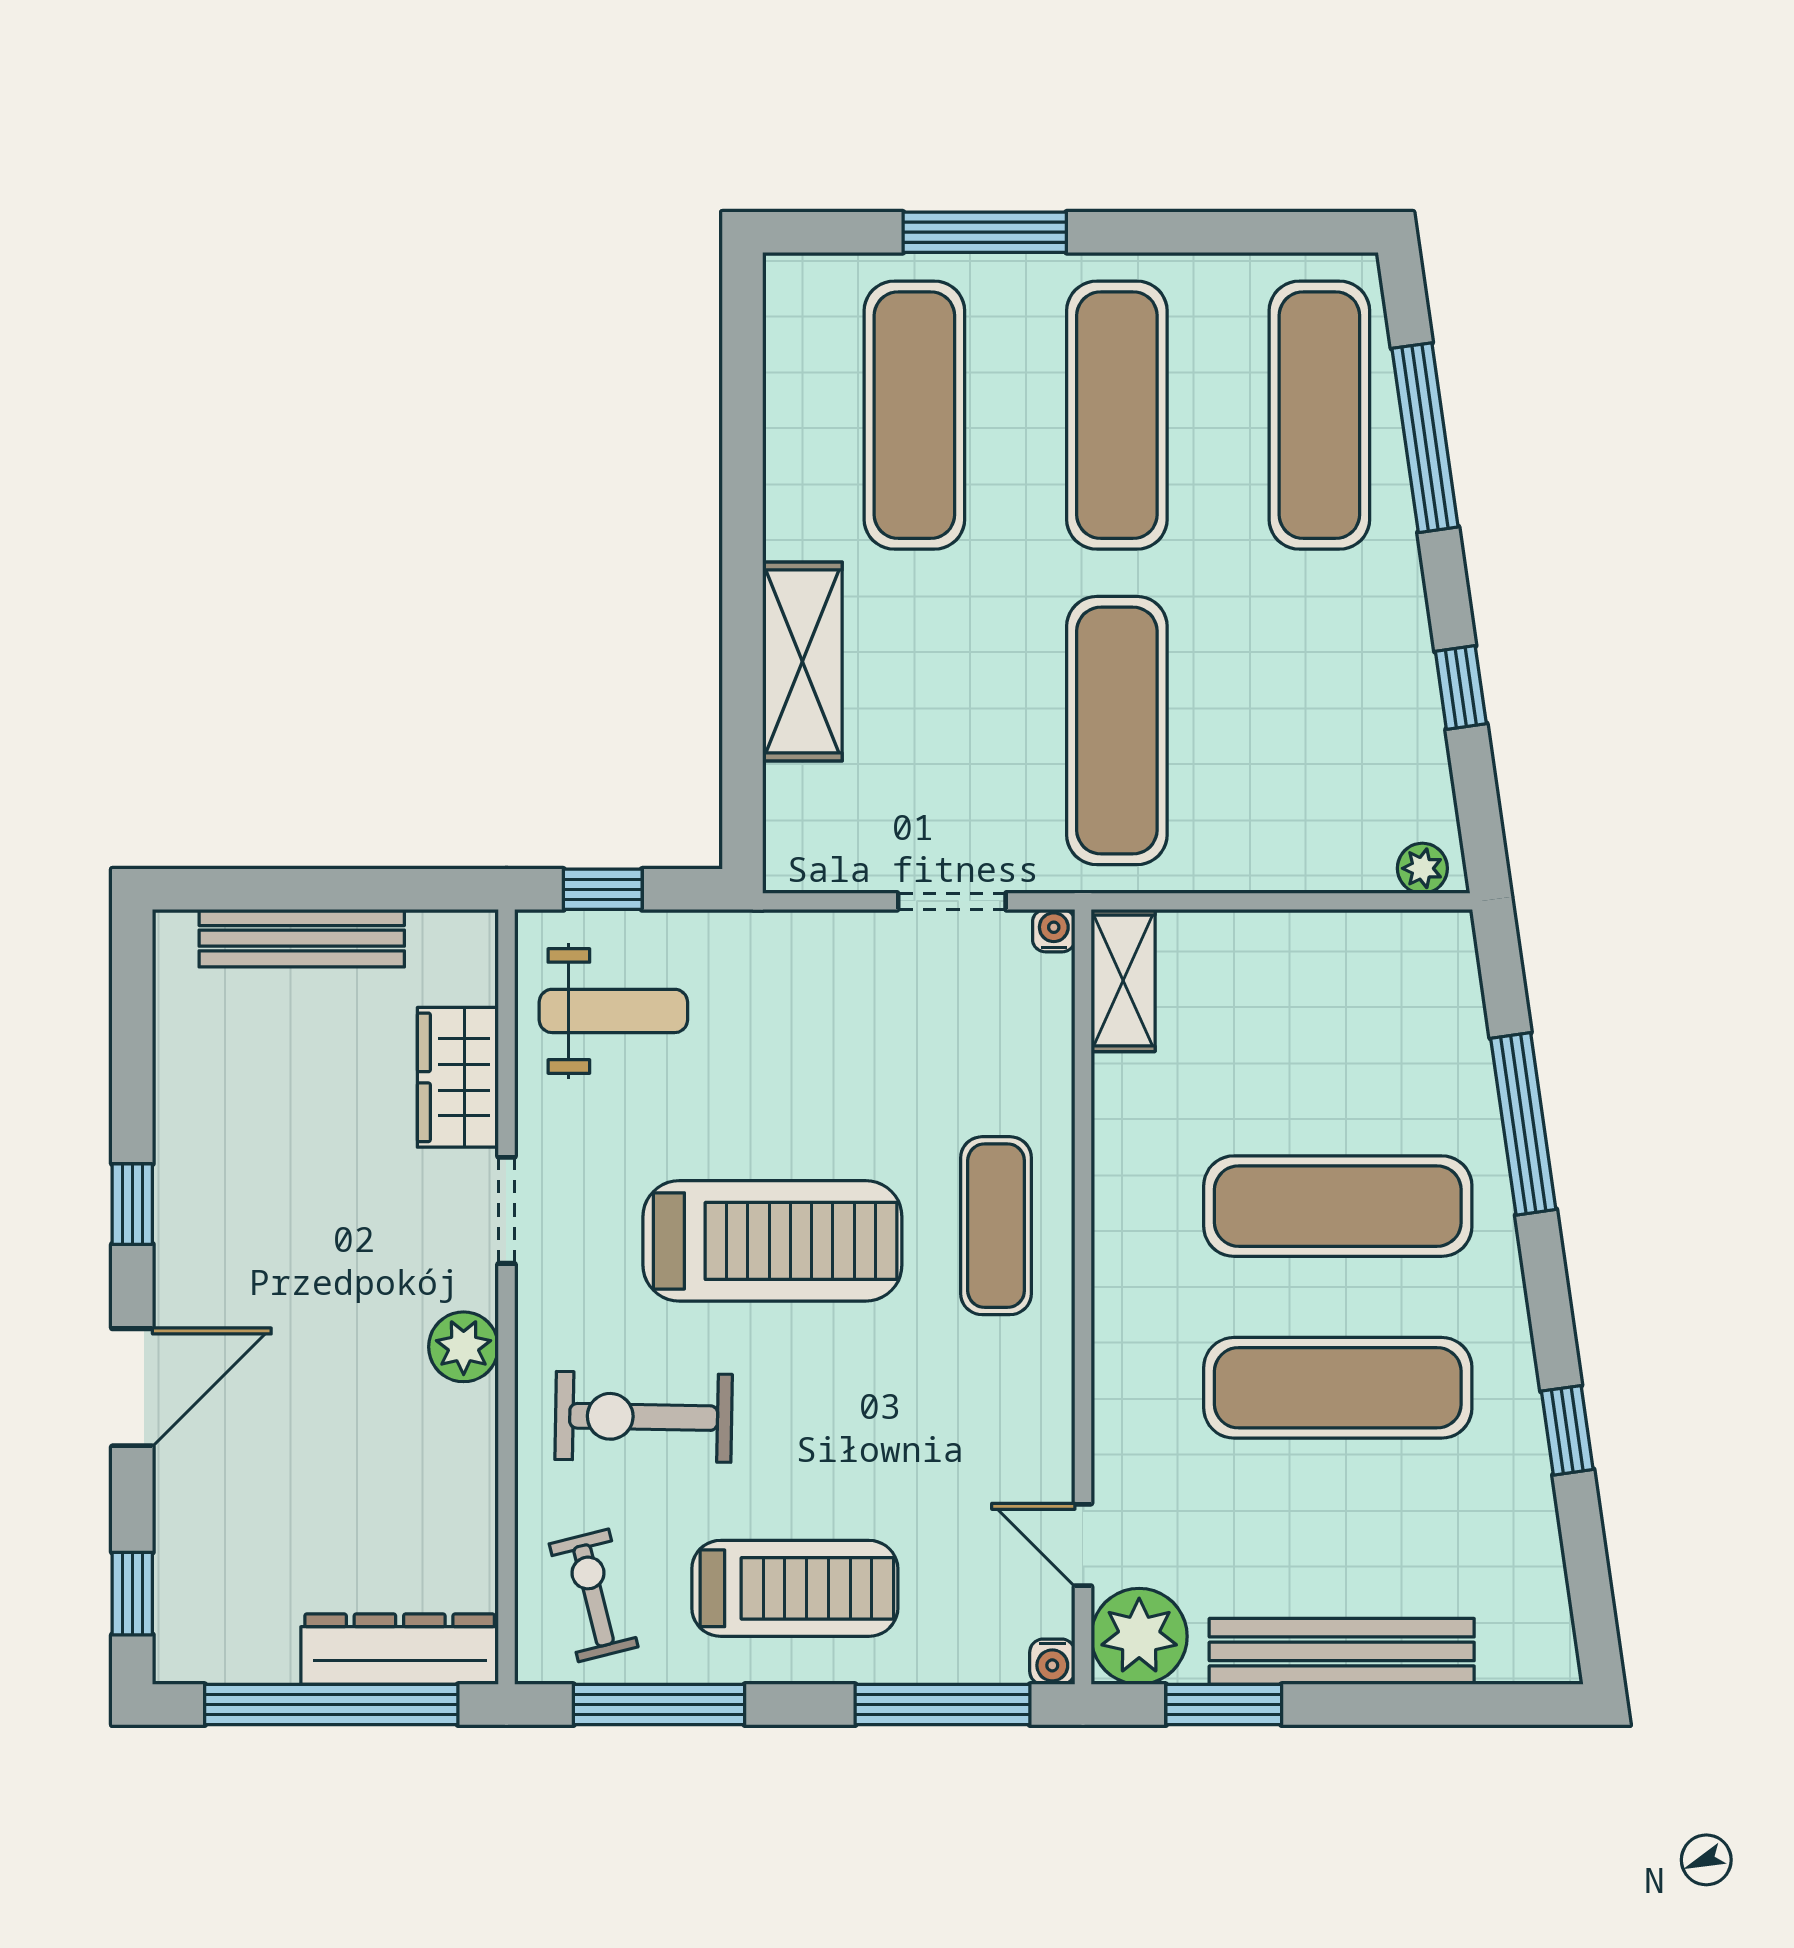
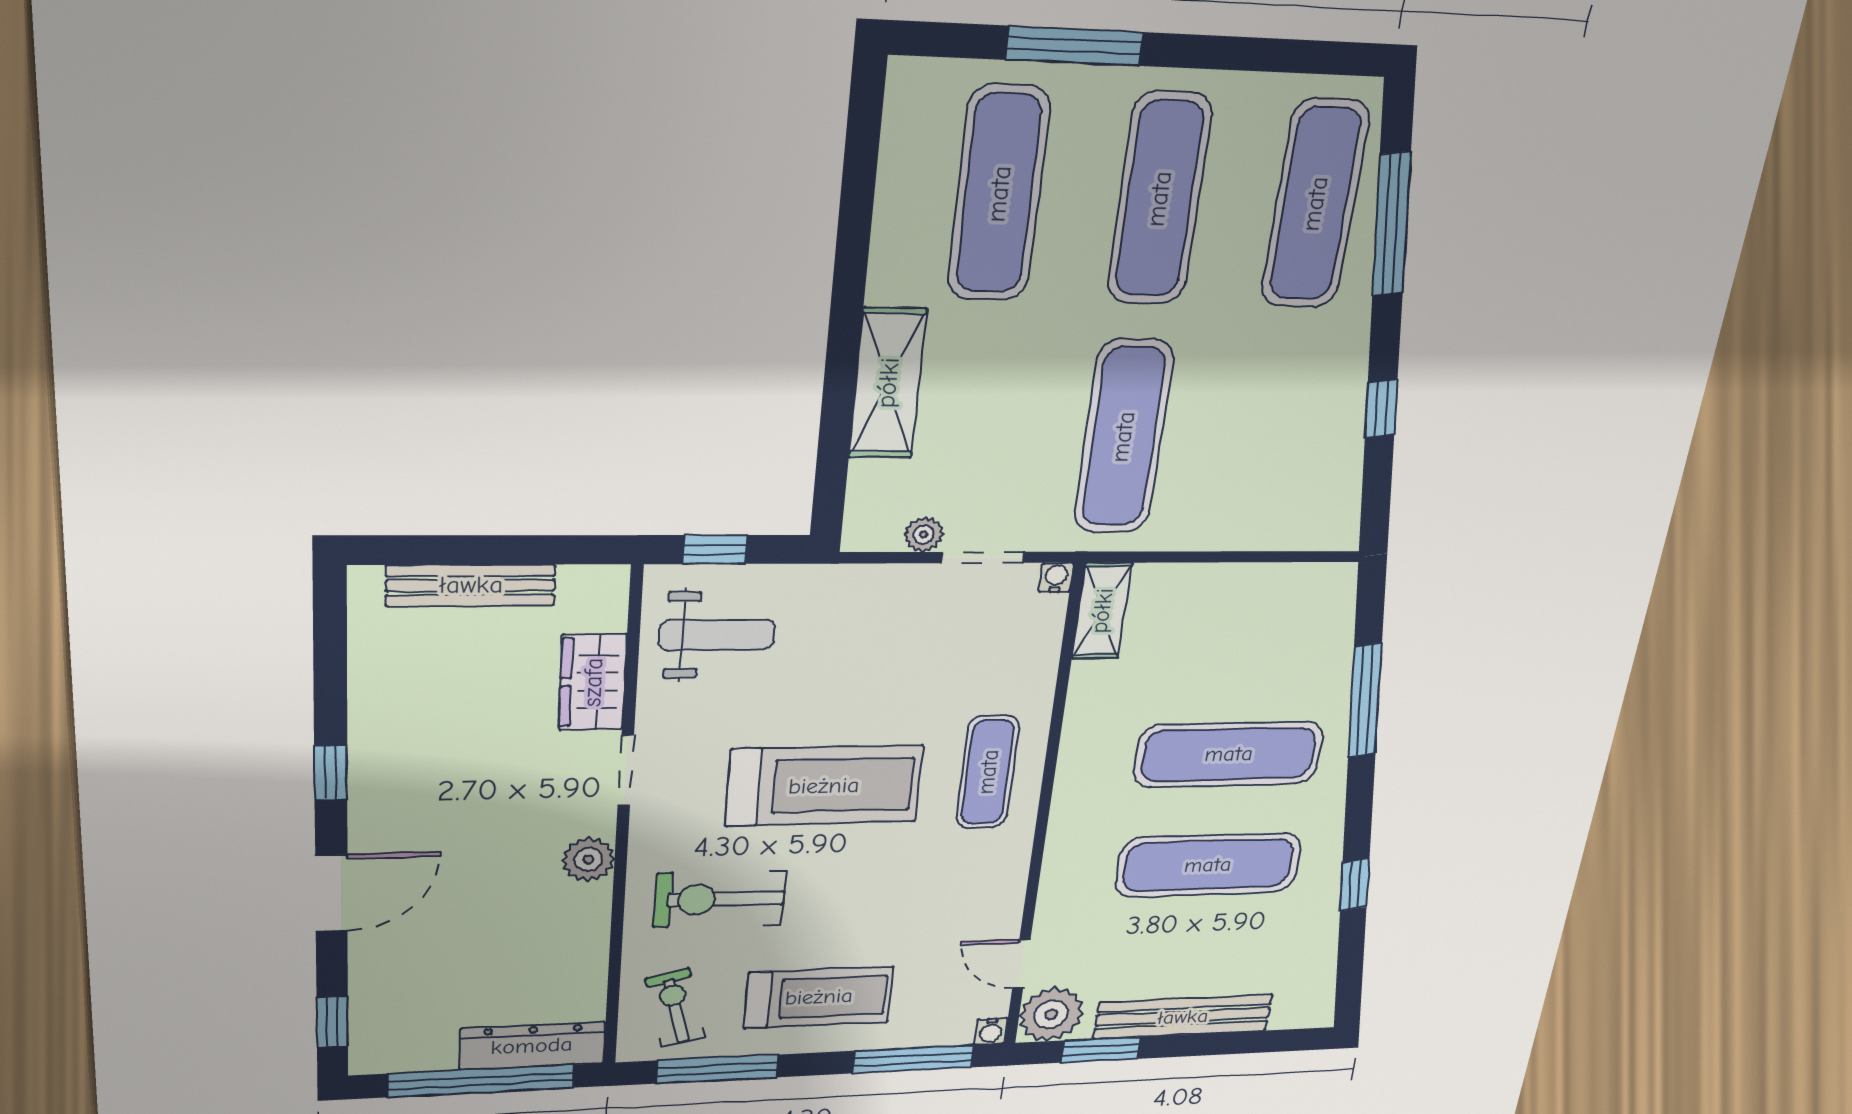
plant: (1422, 868) -> (924, 534), moved

